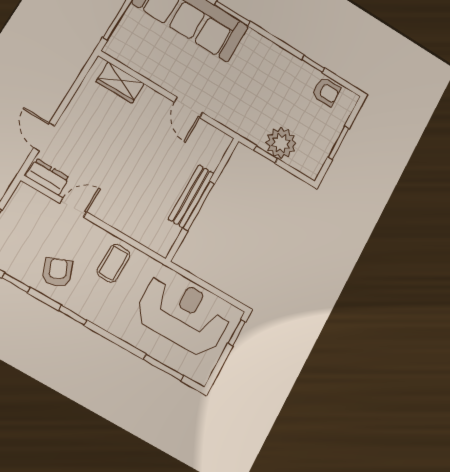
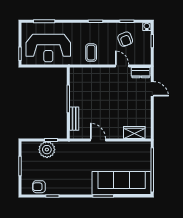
bench: (191, 196) -> (74, 119), moved, width x0.73
door: (73, 208) -> (122, 66), swing flipped
armchair: (58, 272) -> (125, 39), moved

